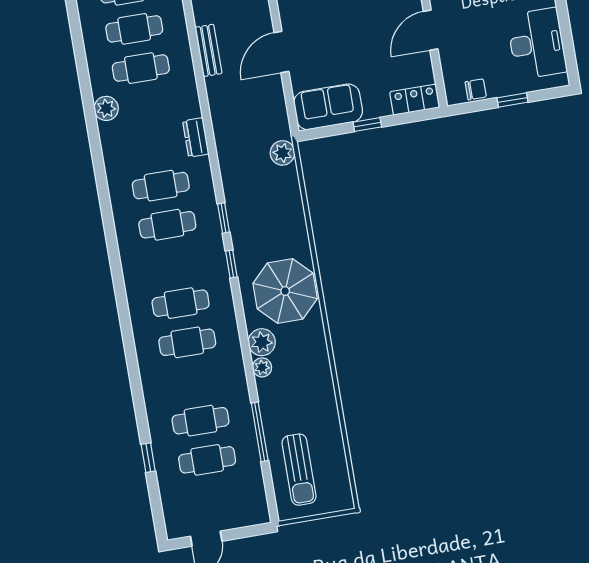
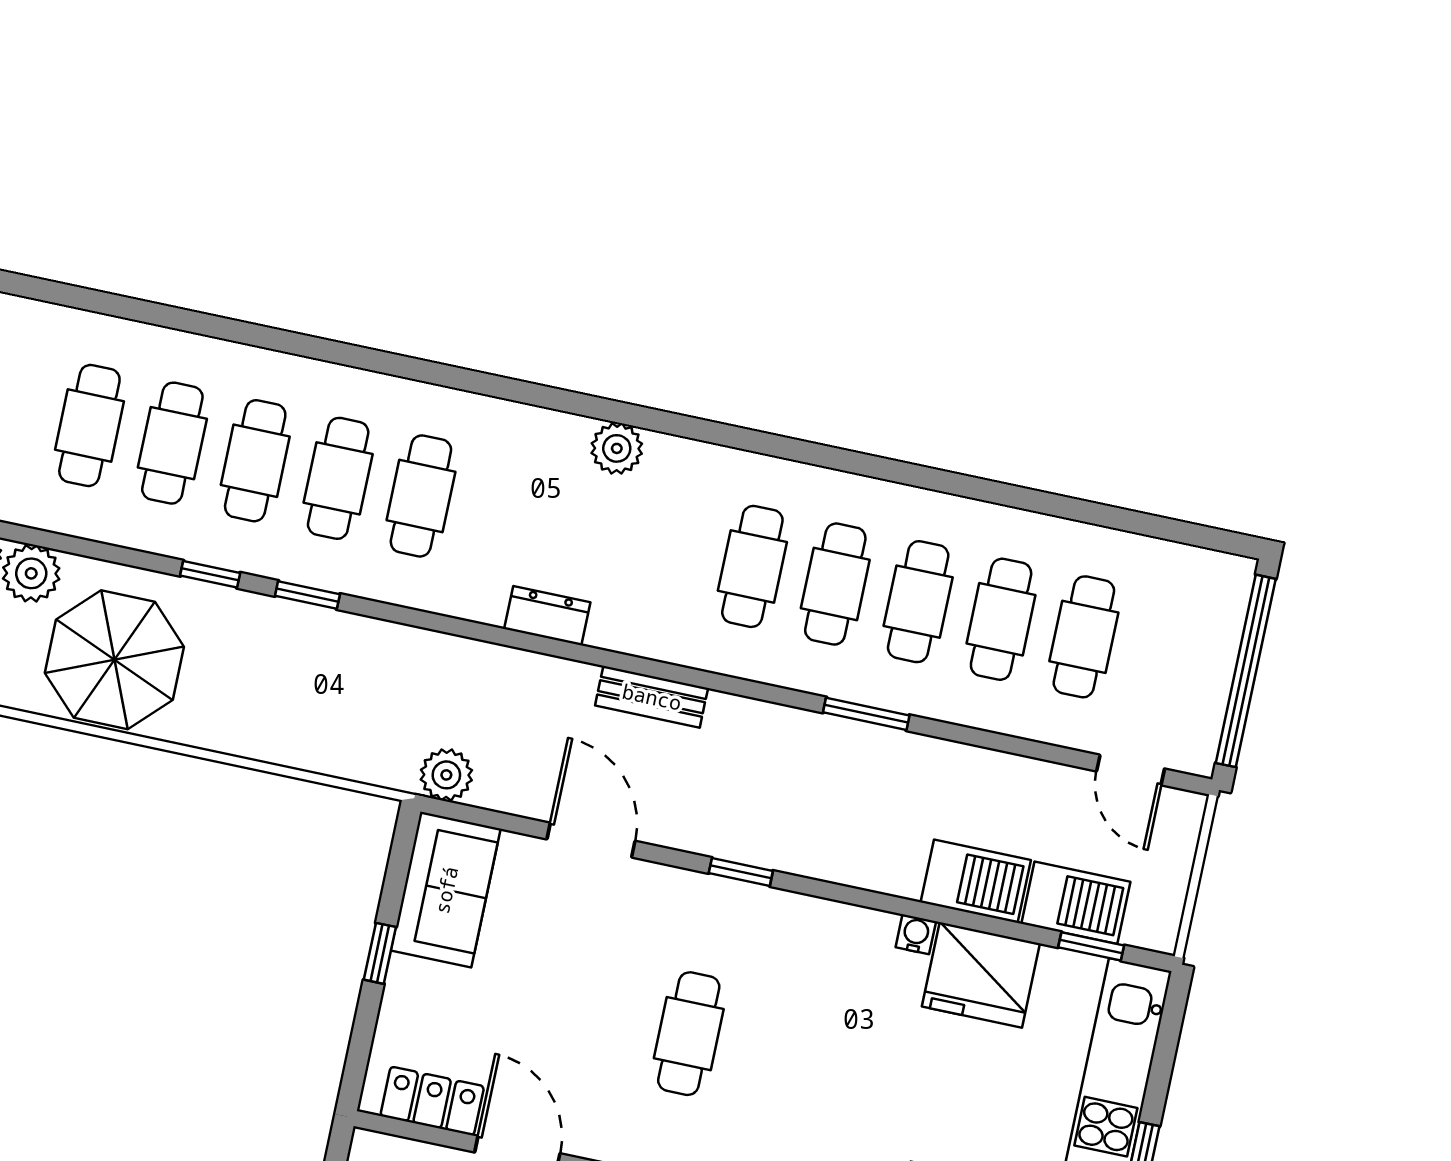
cafe table: (141, 68) -> (255, 461), moved
locker: (415, 100) -> (432, 1101), moved, turned -90
dresser: (196, 137) -> (547, 616), moved
plant: (282, 153) -> (446, 775), moved

